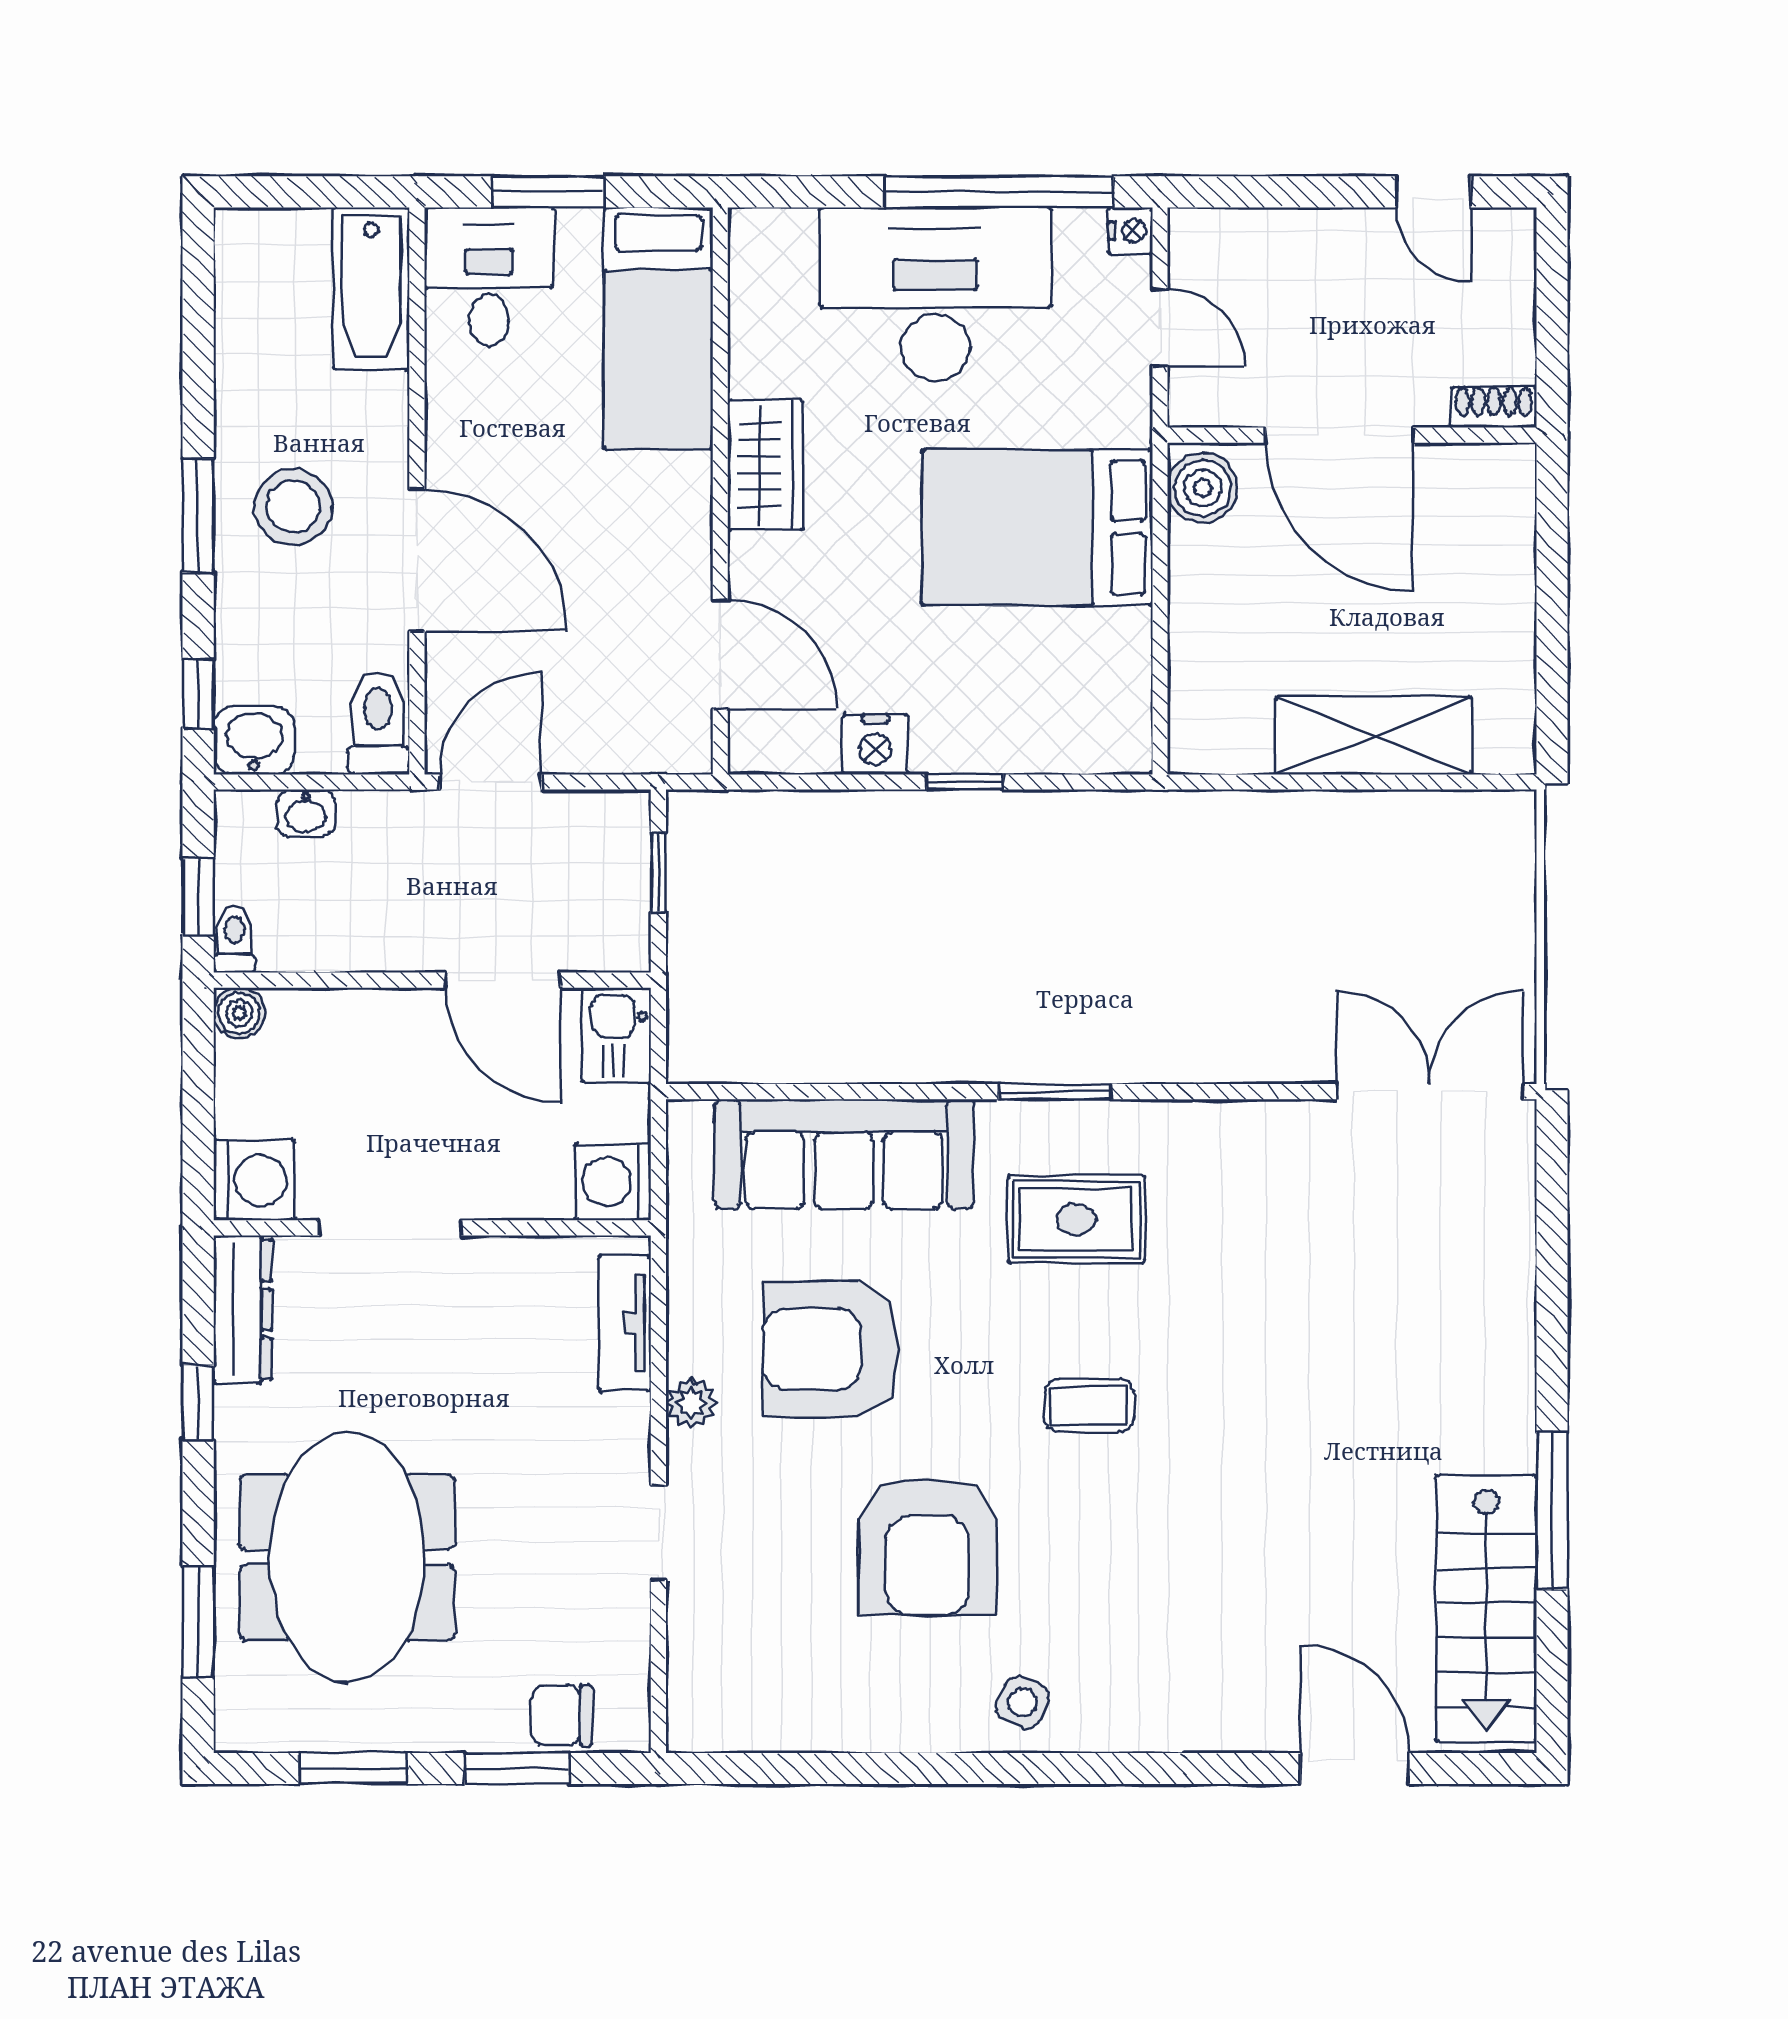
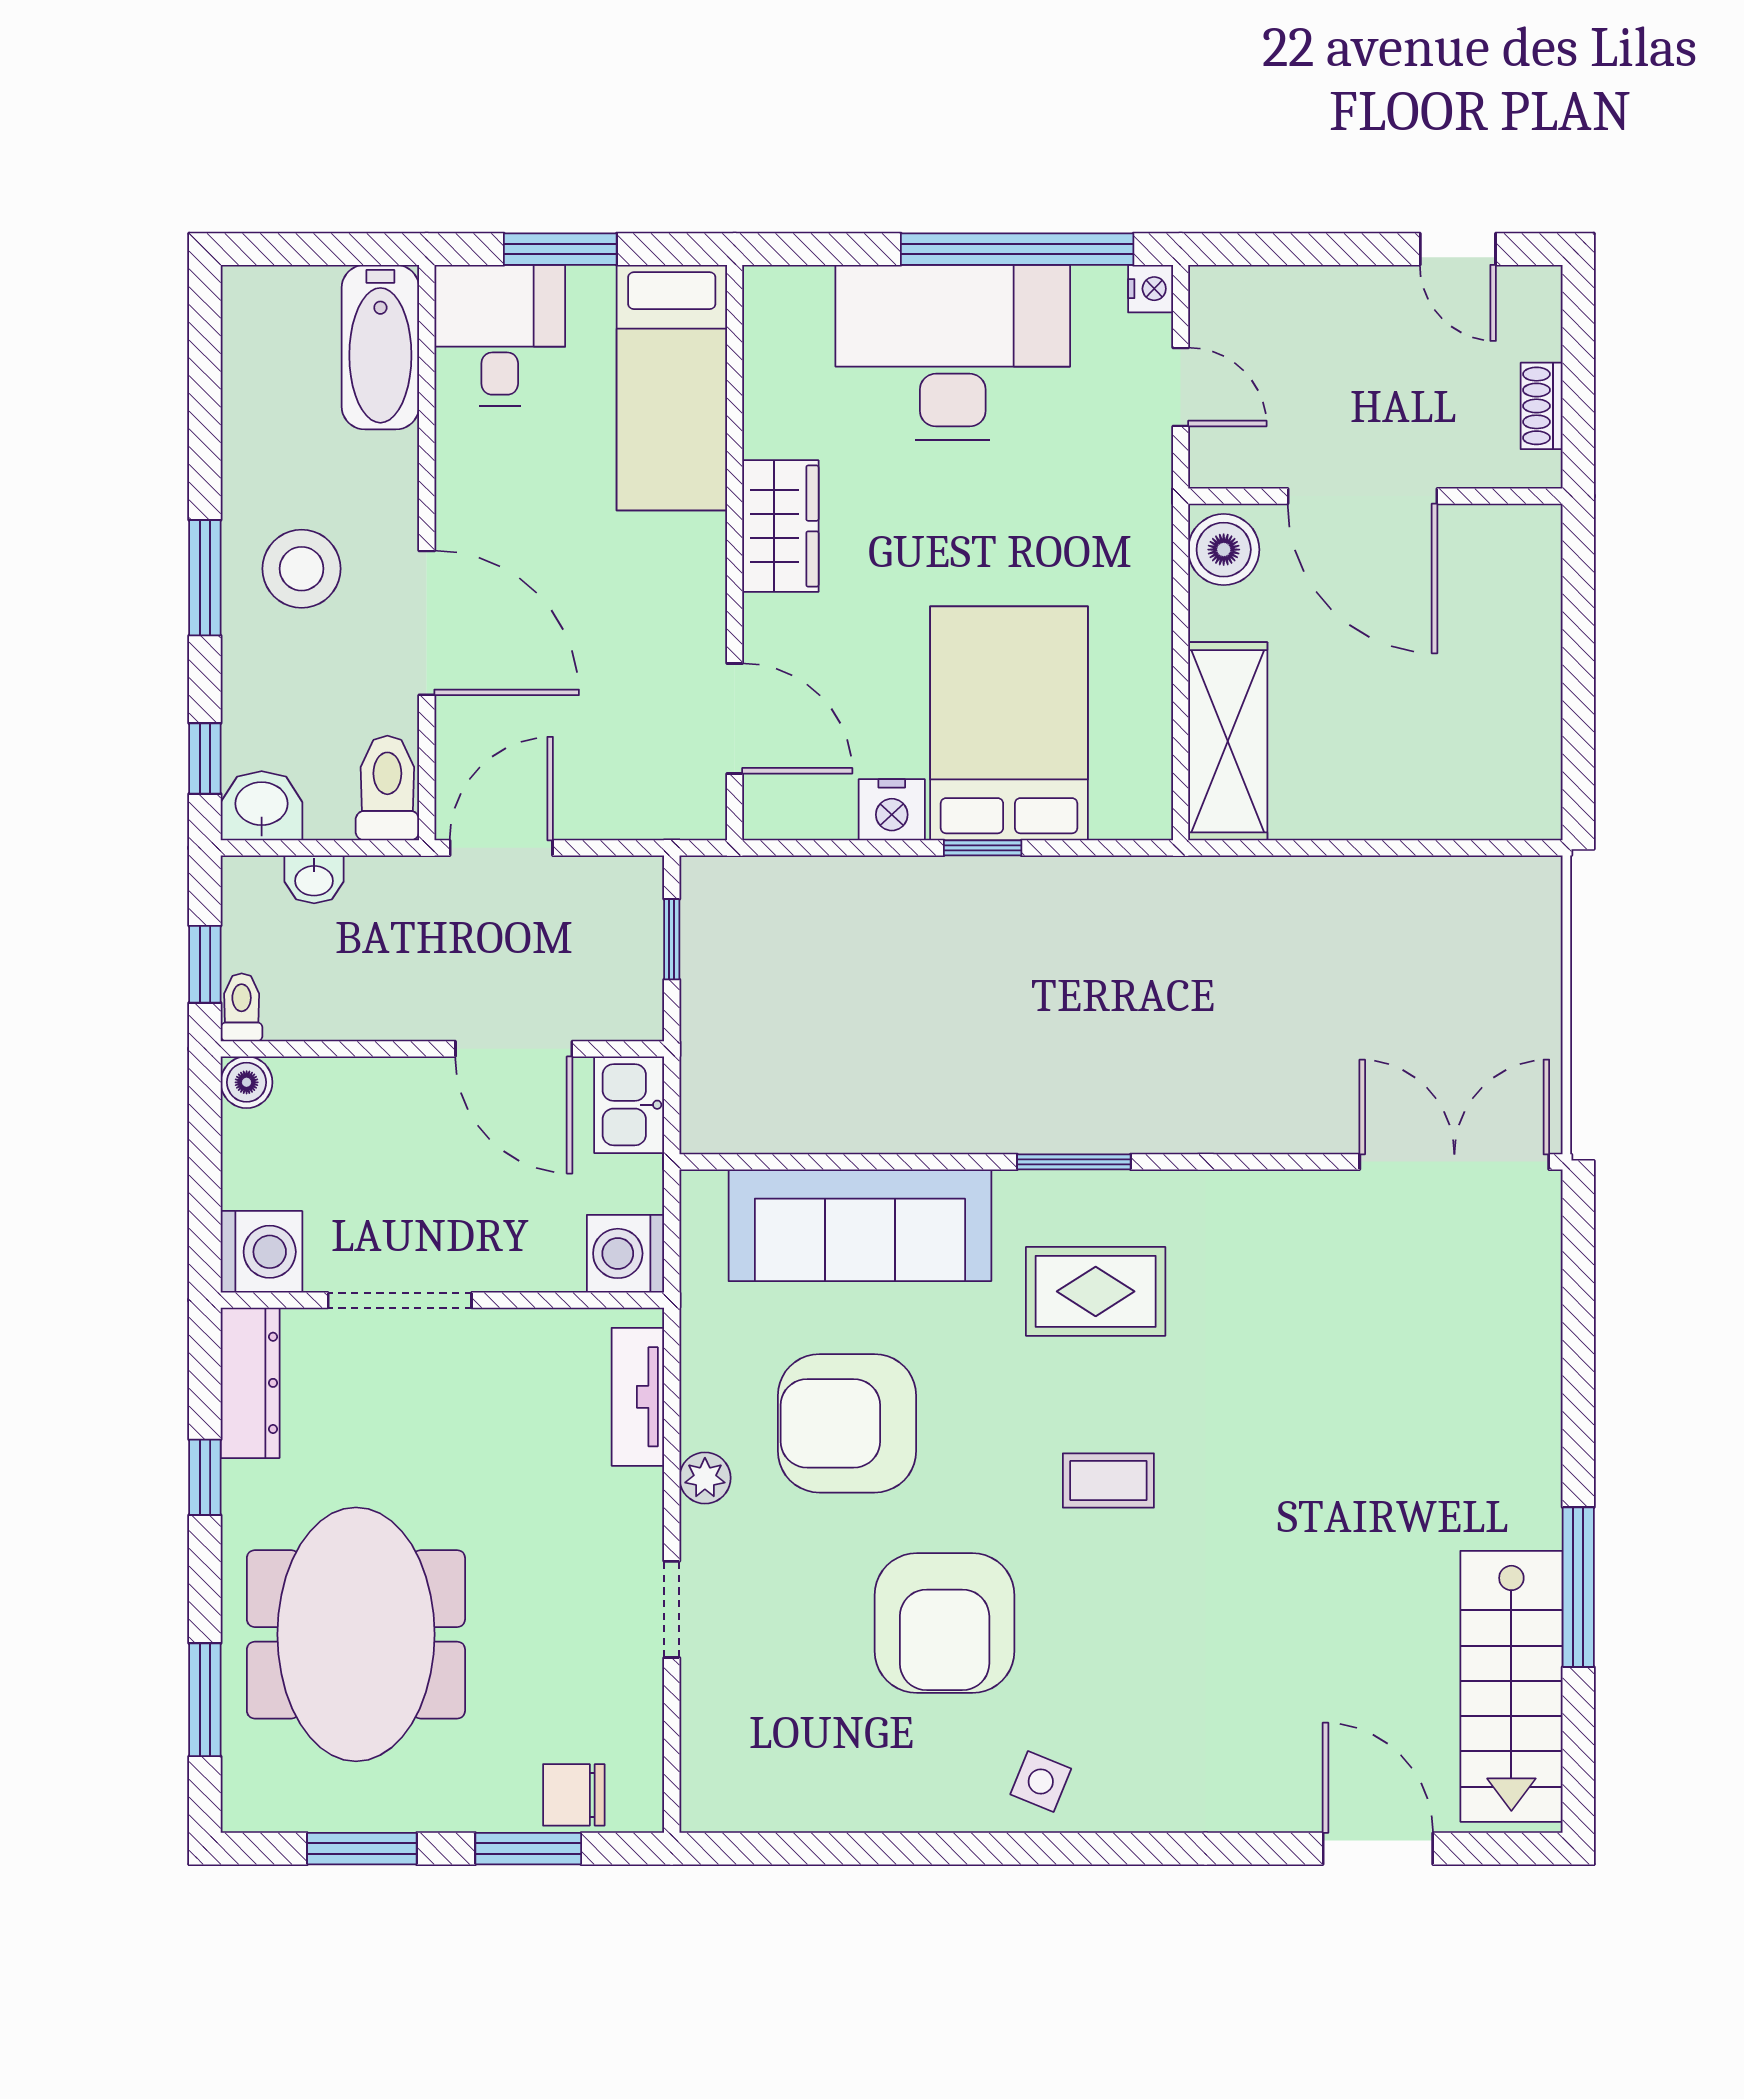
shoe rack: (1494, 407) -> (1542, 406), moved, turned -90
bed: (1037, 528) -> (1009, 723), moved, turned 90
shelving: (1373, 735) -> (1228, 741), moved, turned 90

